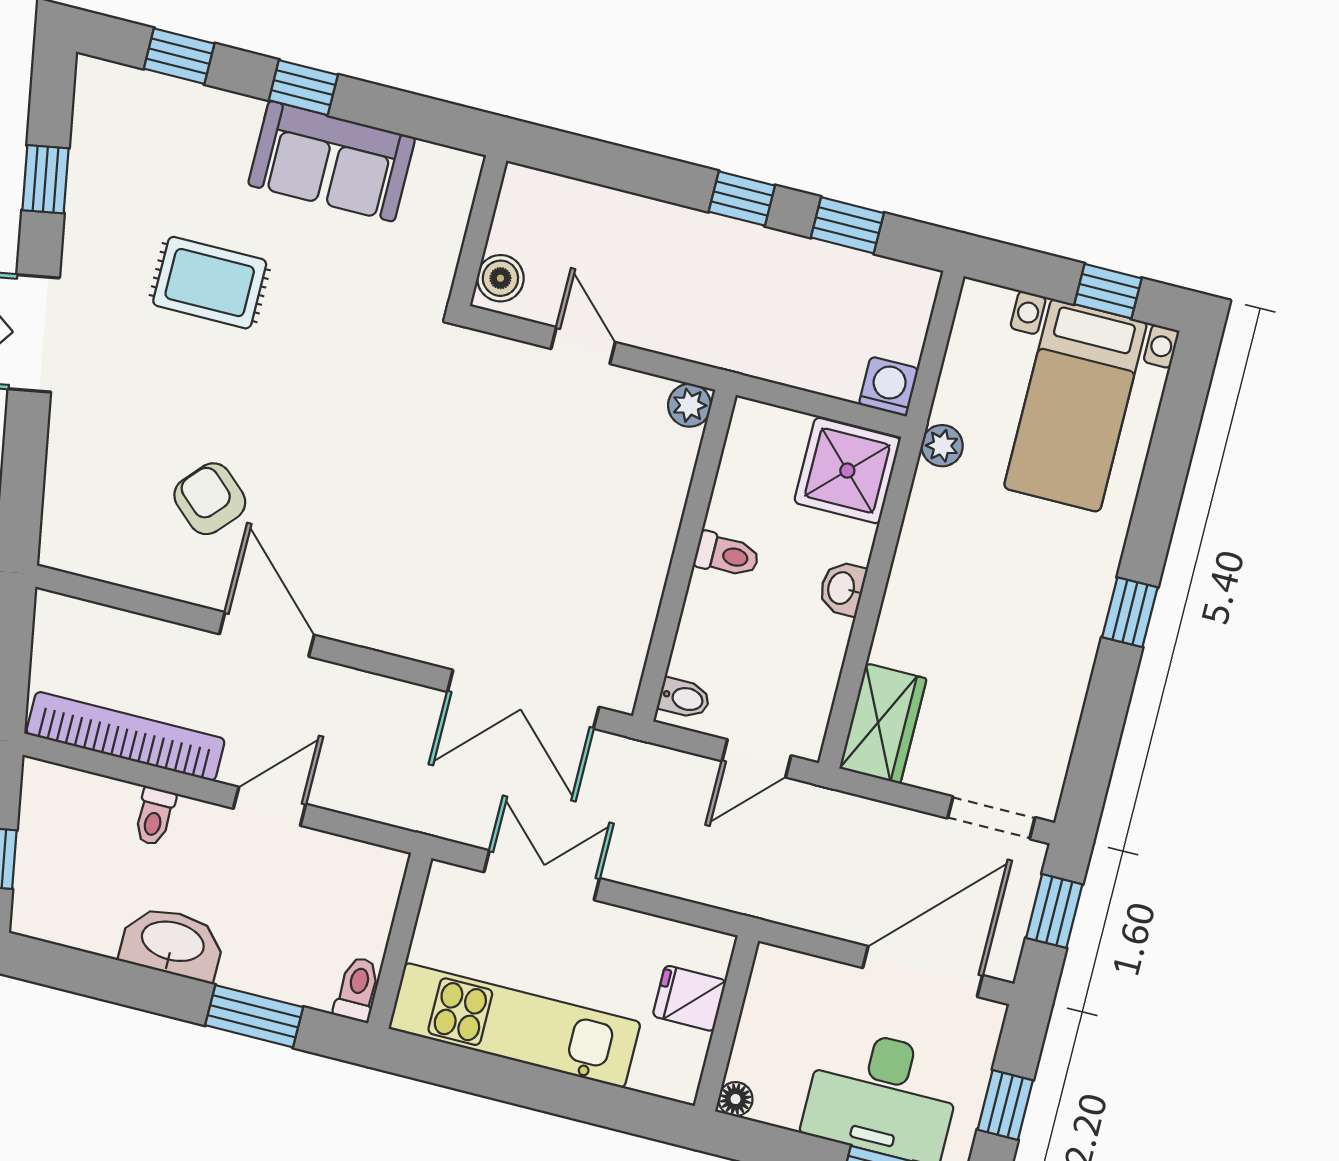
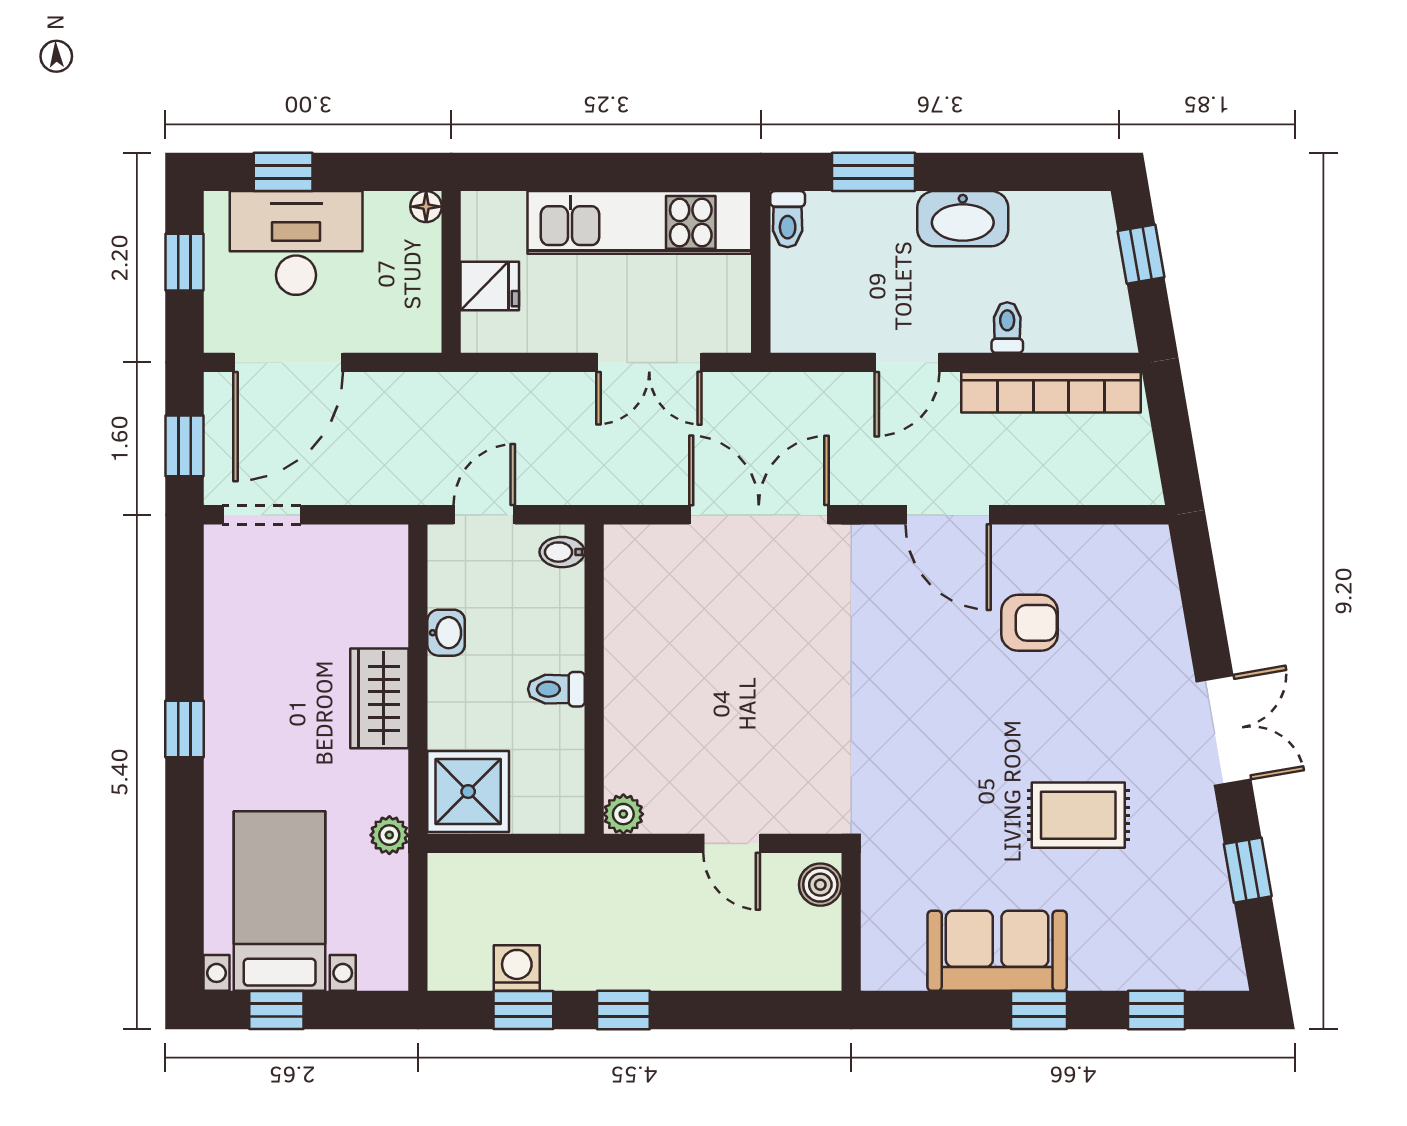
washing machine: (889, 386) -> (517, 968), moved, turned 180
armchair: (210, 499) -> (1030, 623), turned -42
washbasin: (842, 588) -> (446, 633), moved
double door: (523, 699) -> (759, 515), moved
wardrobe: (883, 724) -> (379, 698), moved

